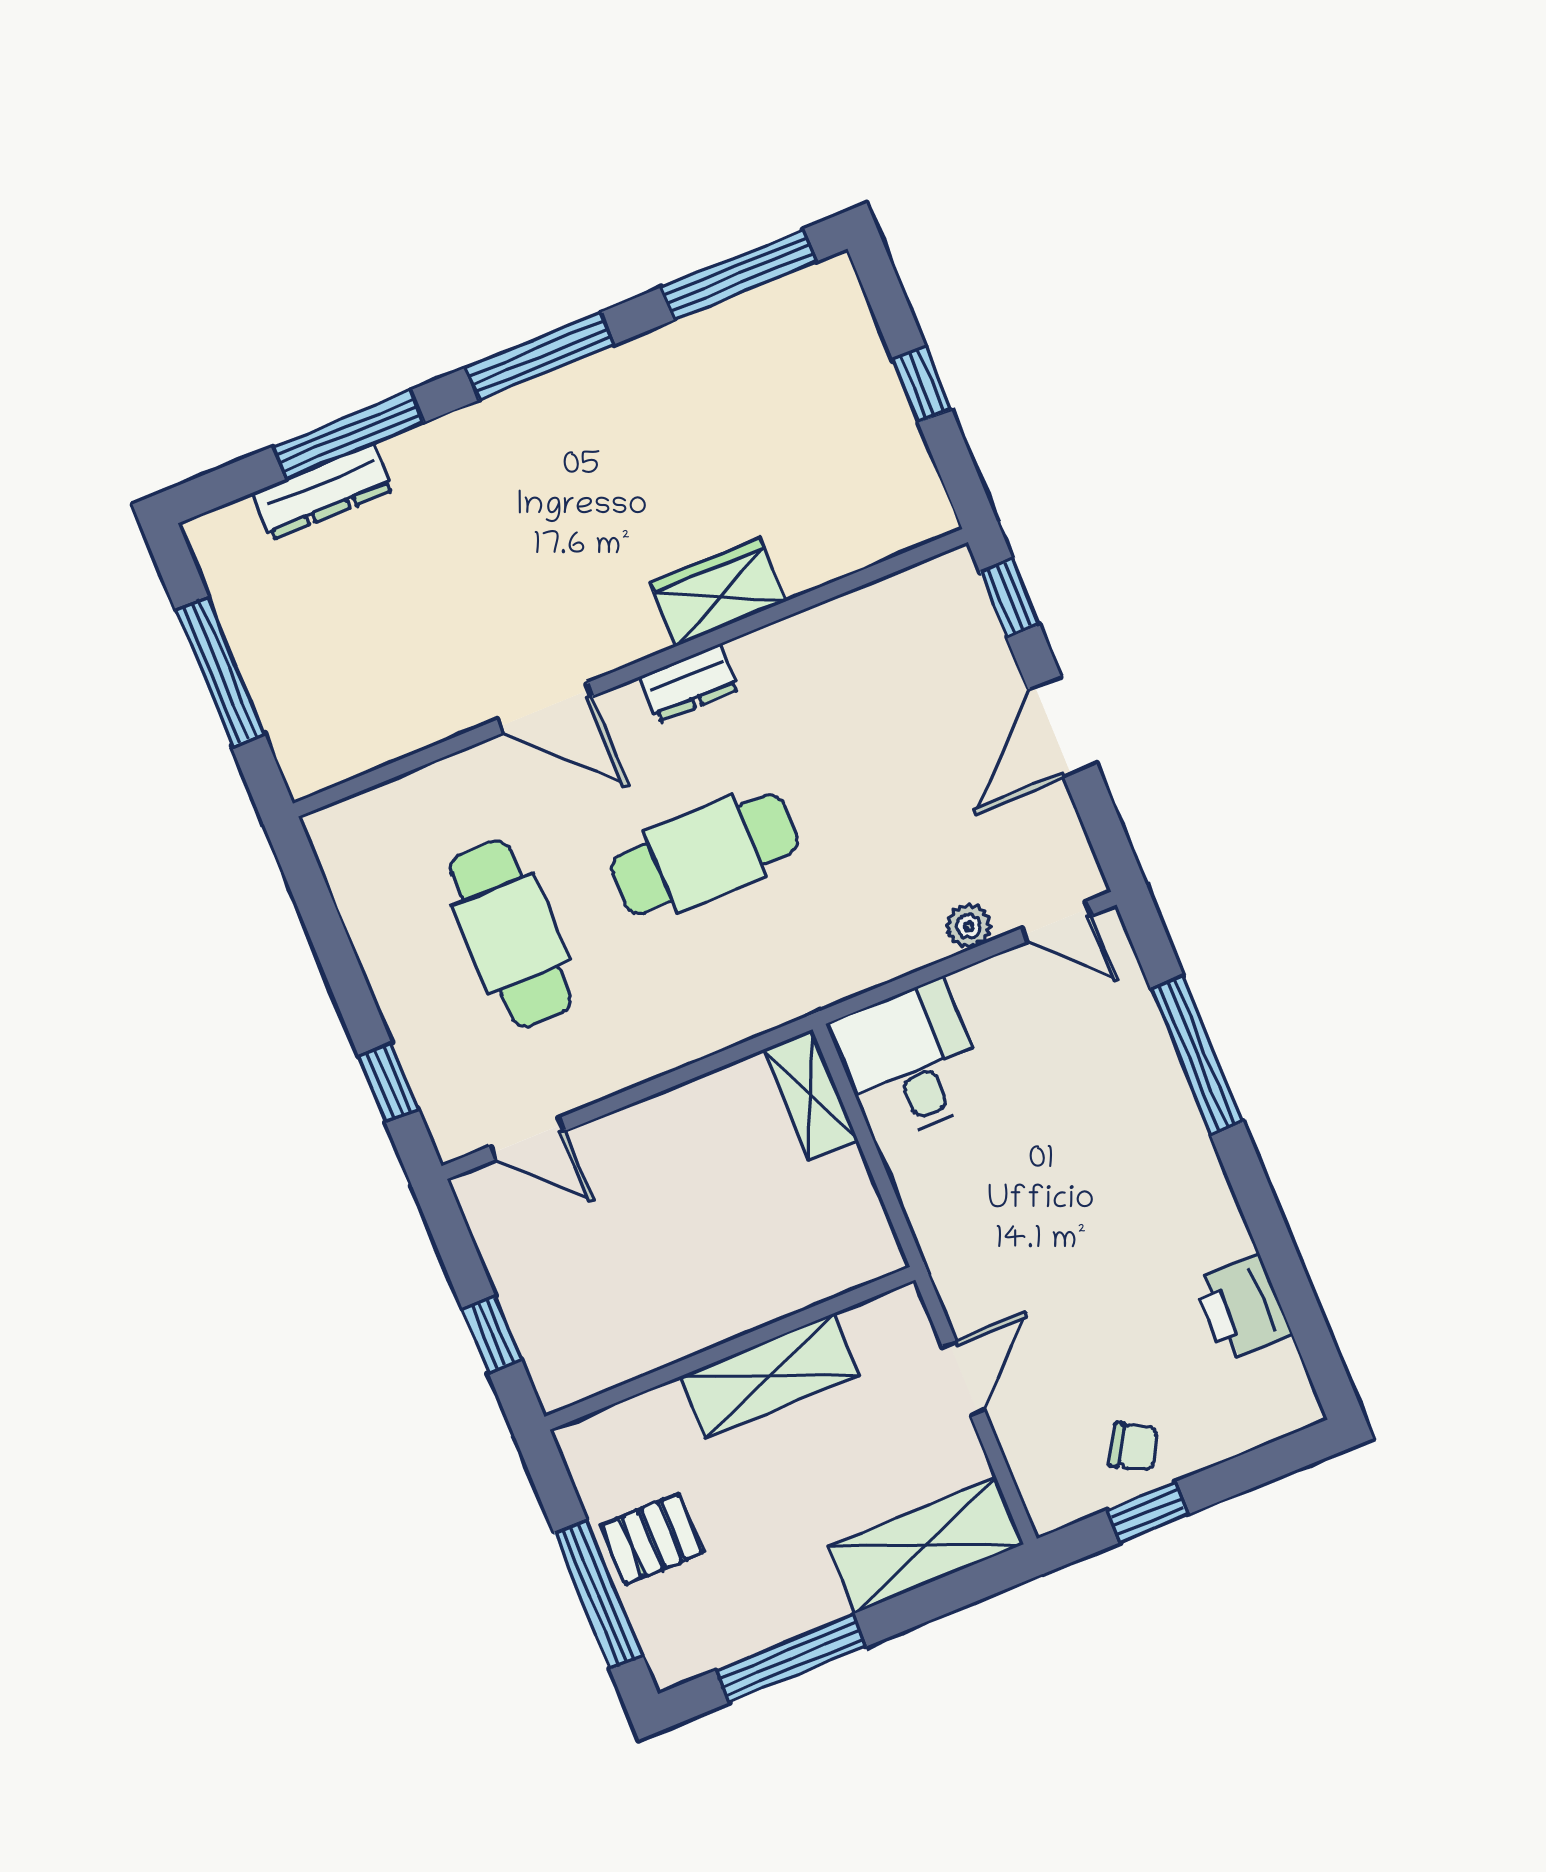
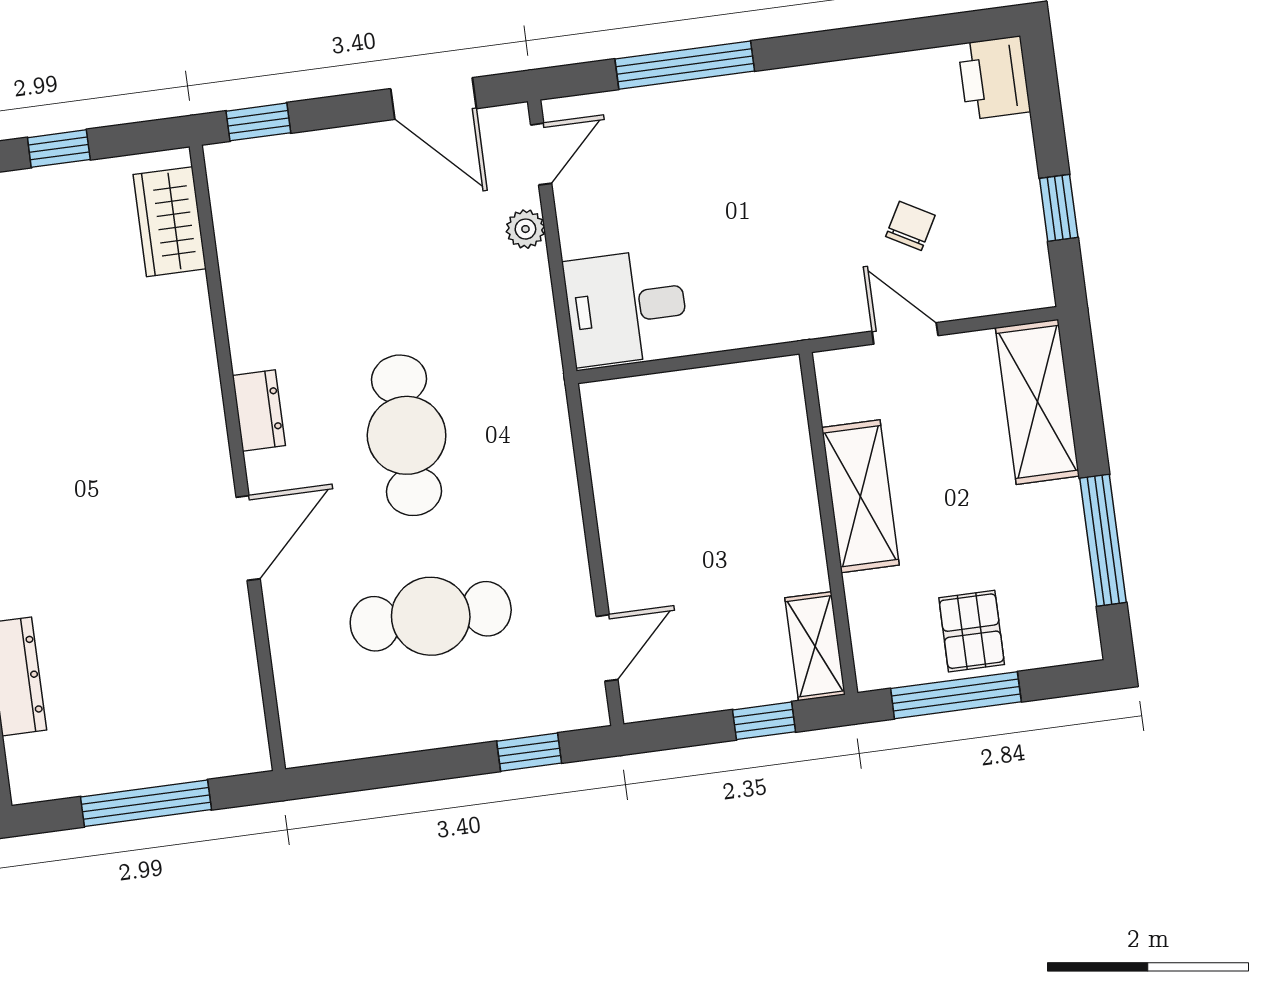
wardrobe: (718, 592) -> (170, 222), moved
door: (1062, 727) -> (433, 99), moved
shelving: (810, 1095) -> (815, 646), moved, turned 90
printer: (1242, 1307) -> (994, 78), moved, turned 90
chair: (1134, 1447) -> (910, 226), moved
window: (598, 1594) -> (956, 695), moved

